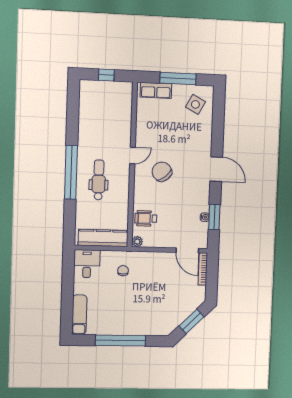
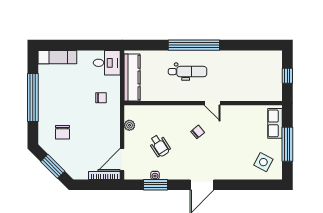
chair: (162, 172) -> (198, 132), width x0.54, depth x0.54
wheelchair: (146, 218) -> (160, 146), moved, turned 147
plant: (137, 242) -> (129, 125), moved
chair: (157, 311) -> (63, 132), added

